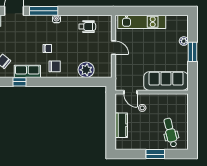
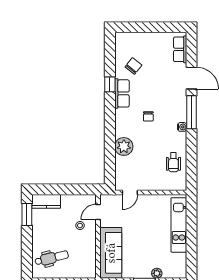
door: (113, 48) -> (130, 192), moved
chair: (55, 66) -> (128, 125), removed
plant: (86, 70) -> (124, 146), moved
kitchen counter: (121, 125) -> (46, 201), moved
window: (155, 154) -> (27, 215), moved

